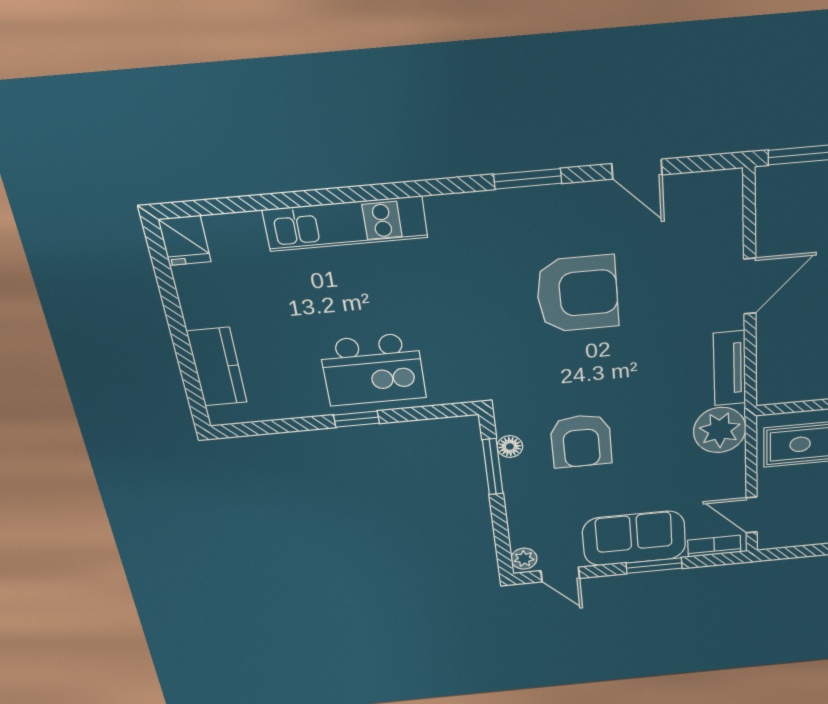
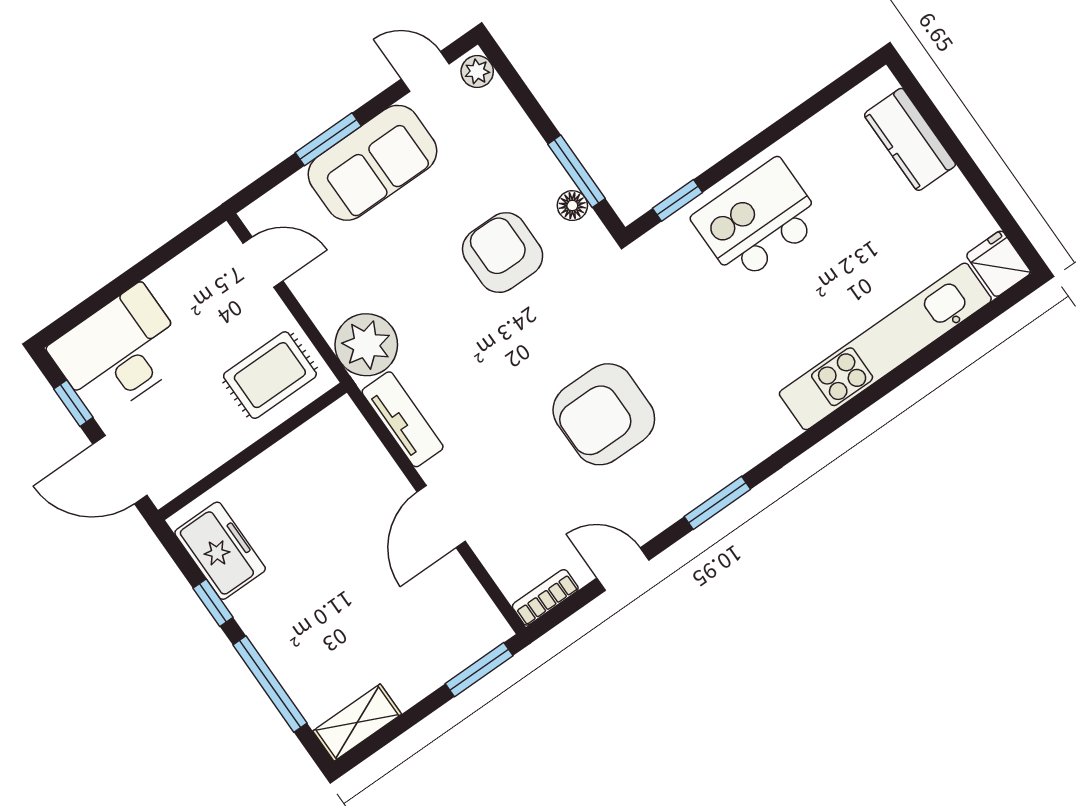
kitchen unit: (346, 224) -> (885, 346), width x1.36
window: (357, 419) -> (677, 200), moved
bookcase: (714, 546) -> (545, 597), moved, turned 180

